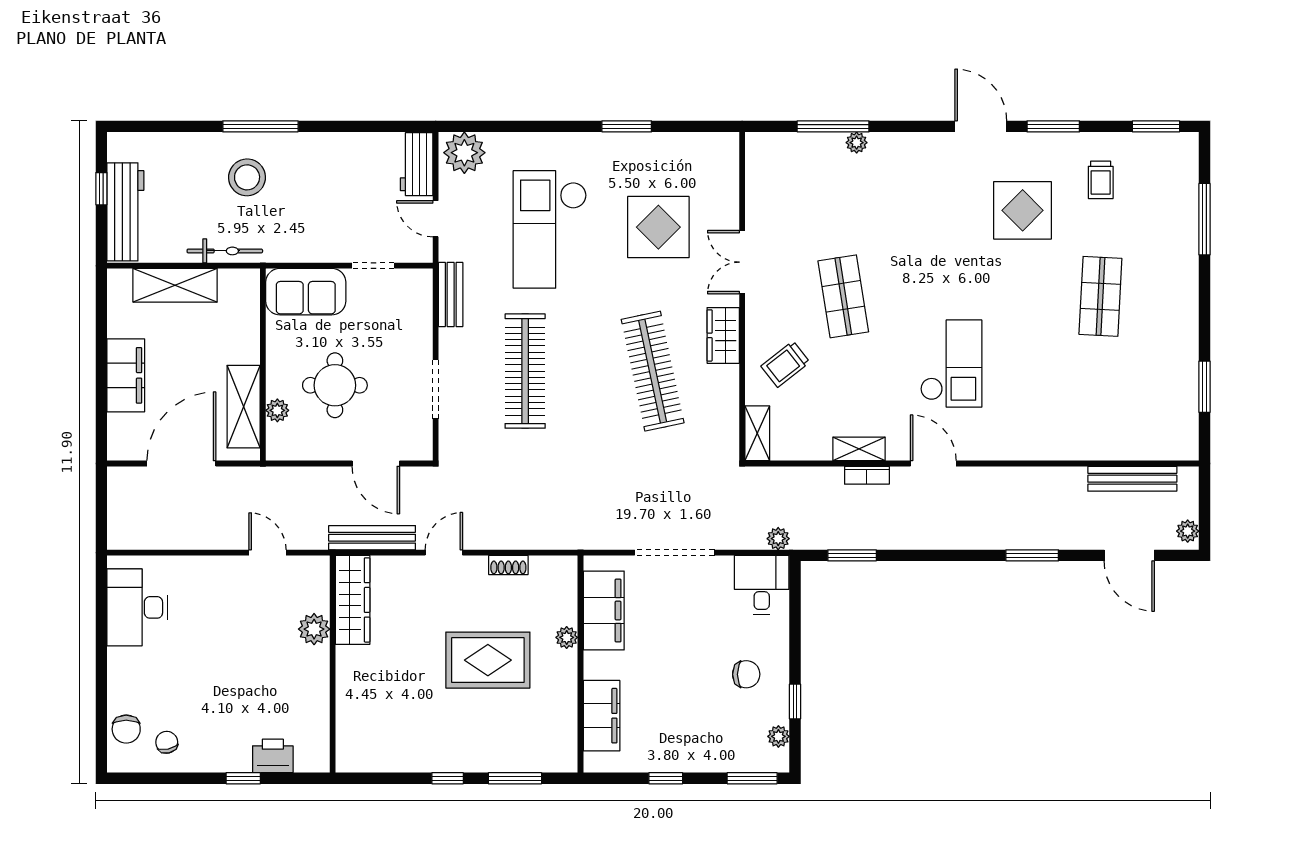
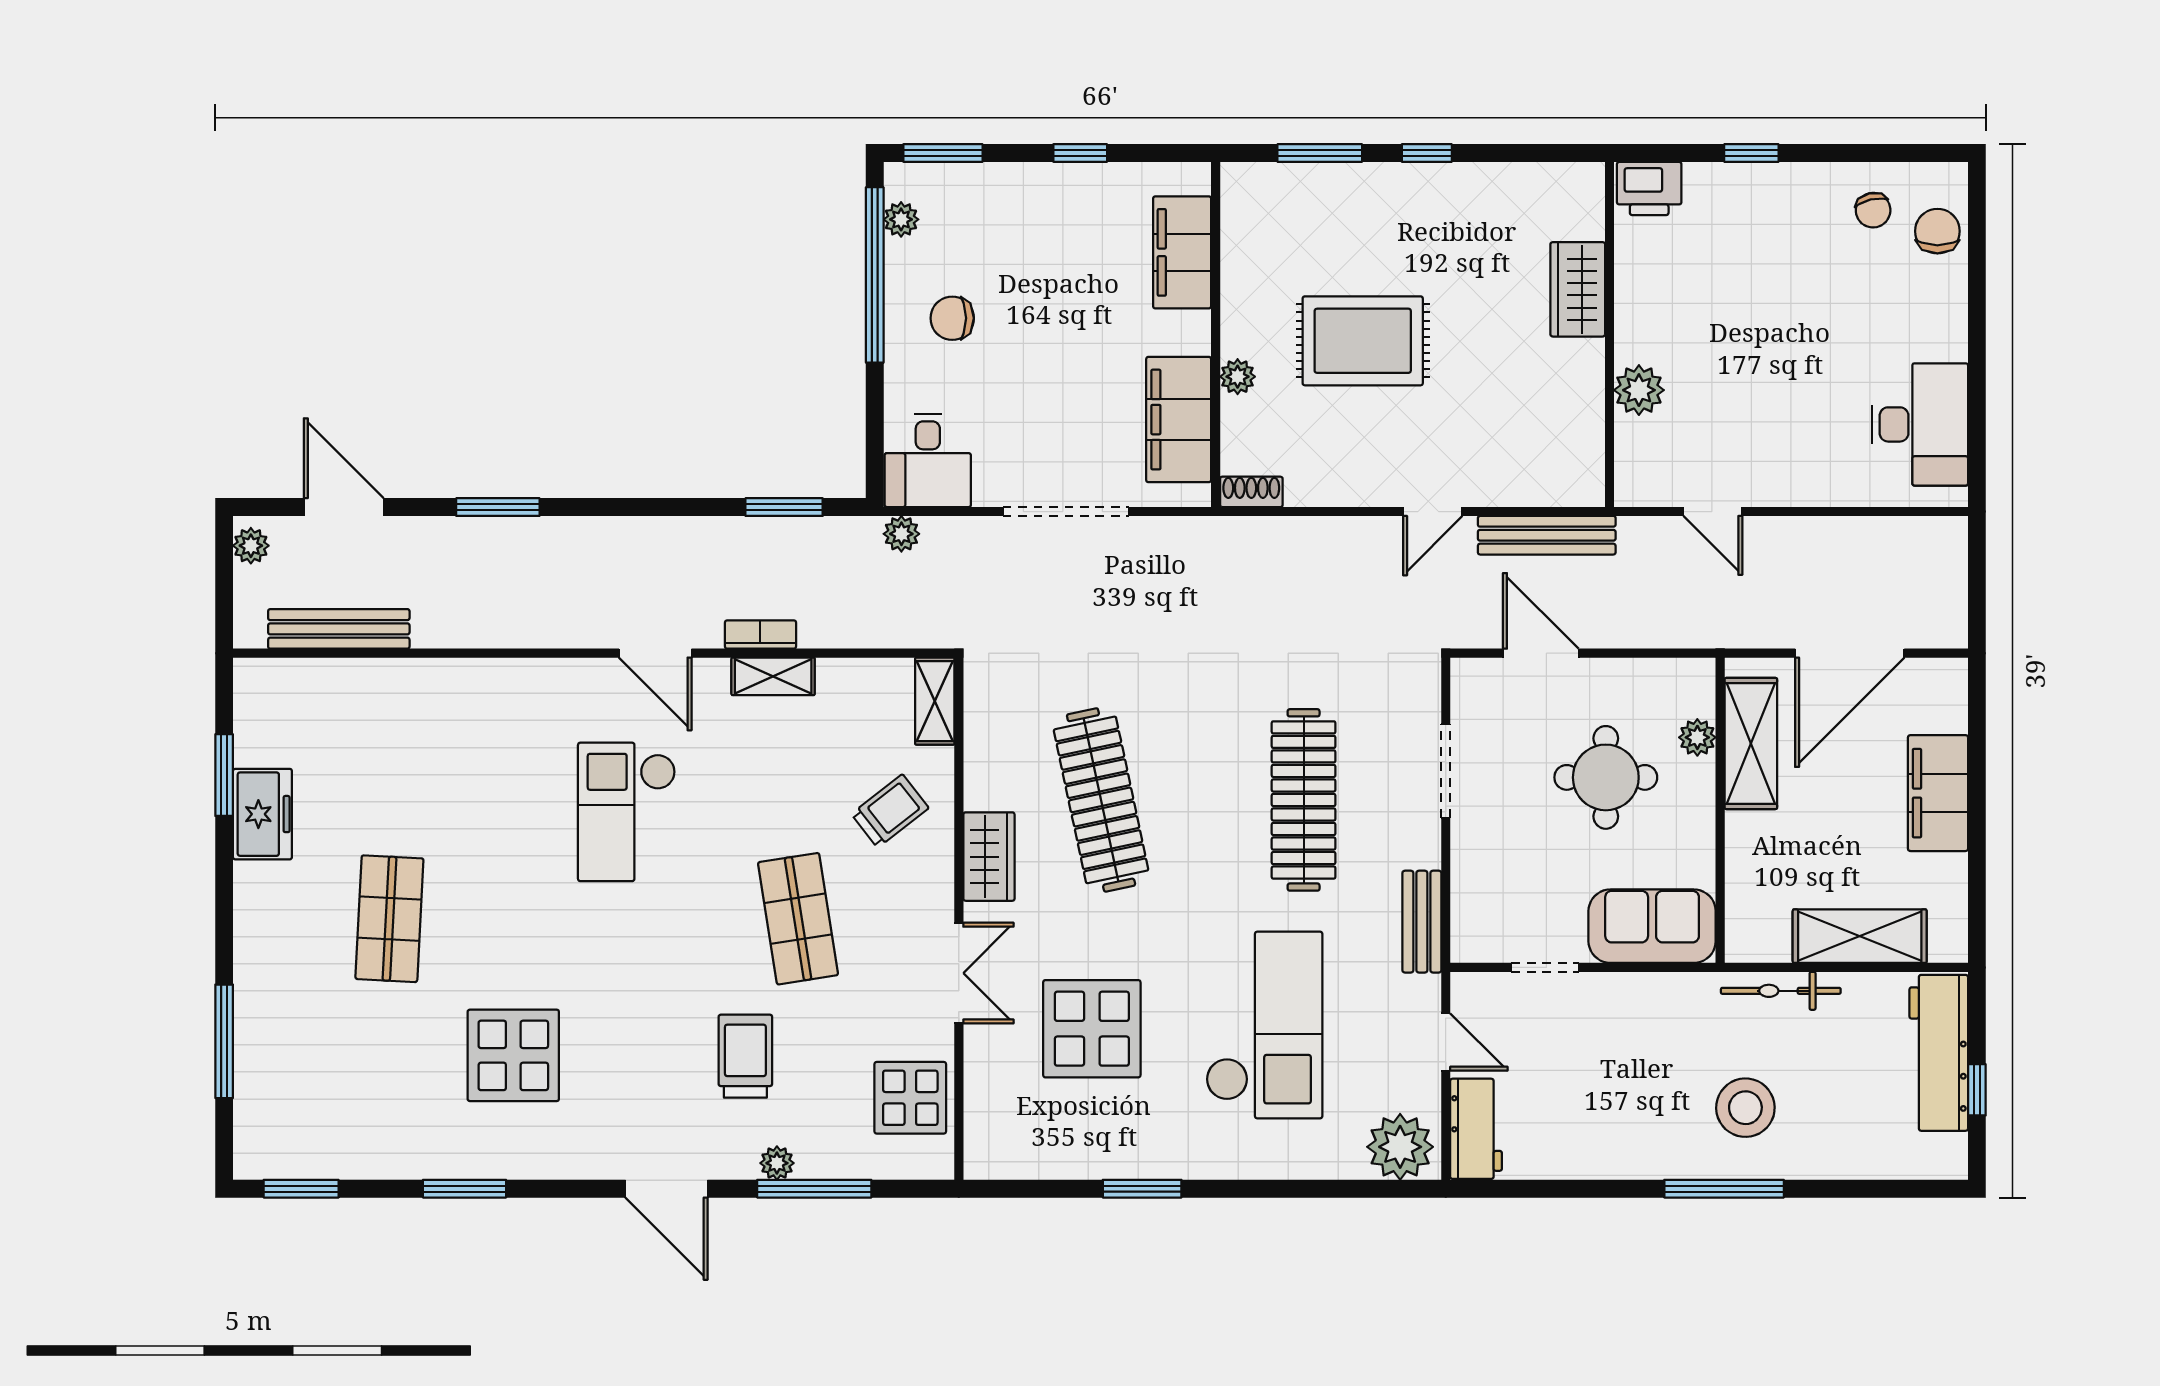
door: (981, 126) -> (666, 1189), moved
trolley: (1101, 180) -> (745, 1056), moved, width x1.36, depth x1.39
display table: (773, 184) -> (910, 1098), added
freezer: (1180, 362) -> (262, 814), added
shoe rack: (508, 565) -> (1251, 492), moved
wardrobe: (353, 600) -> (1578, 289), moved, width x0.67
window: (795, 702) -> (875, 275), width x3.17
printer: (273, 756) -> (1649, 188), moved

